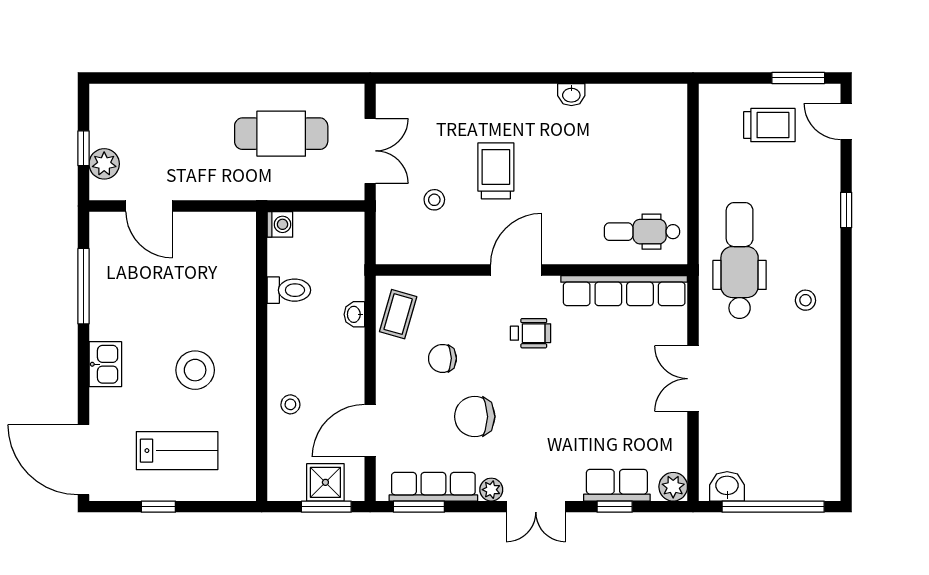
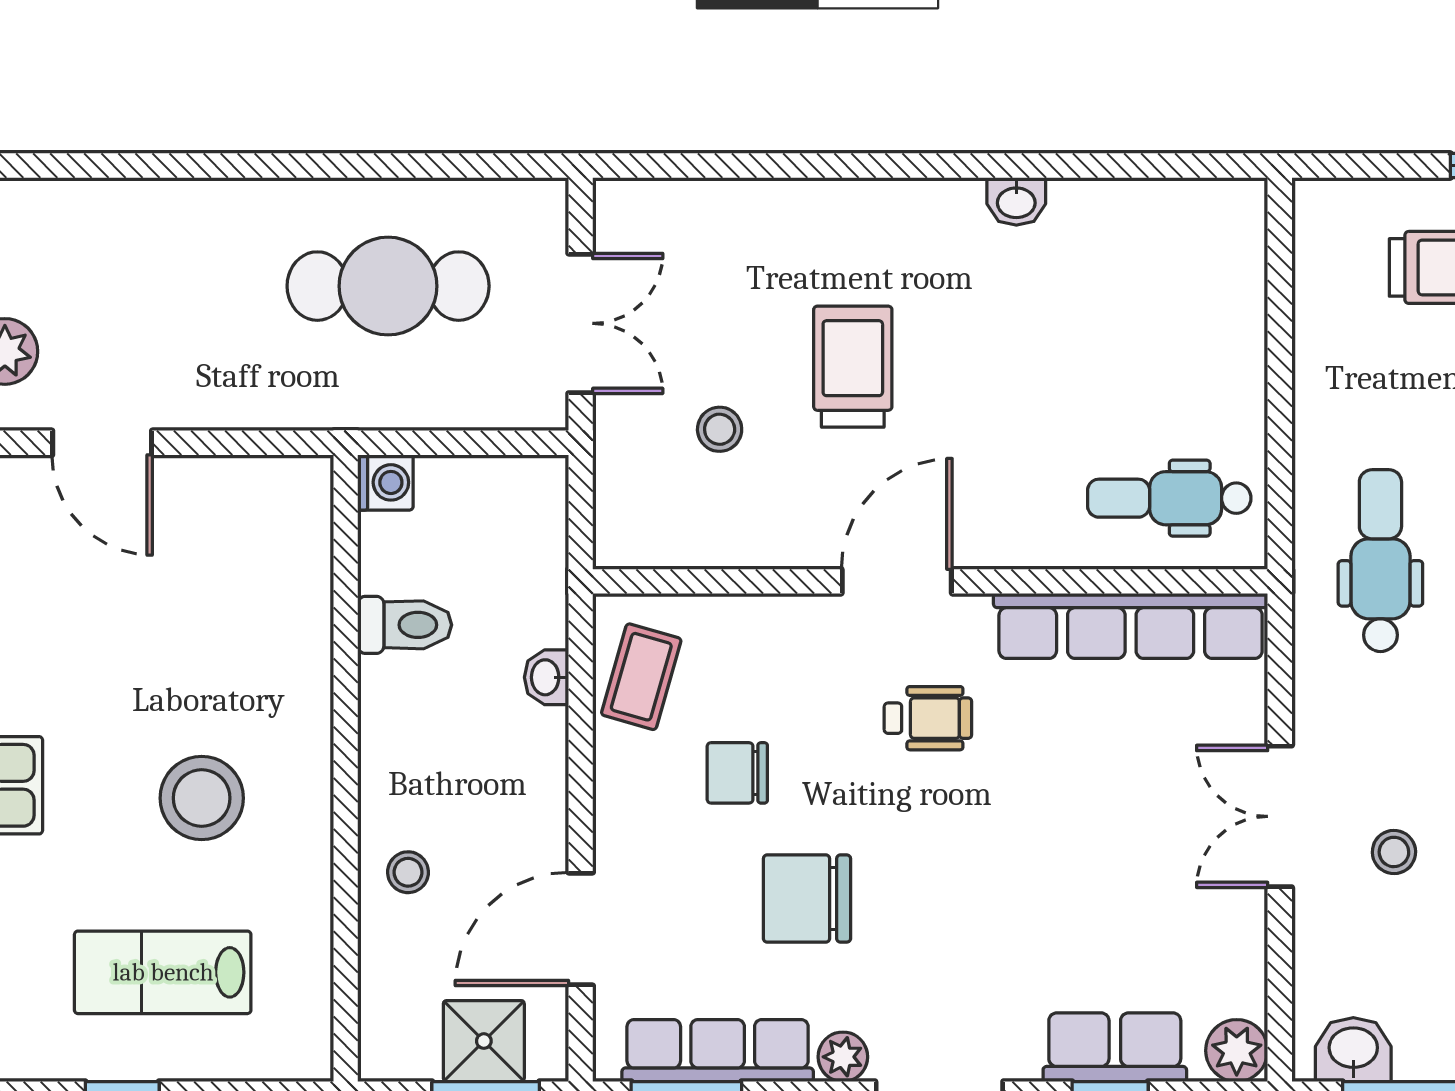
dental chair: (740, 260) -> (1380, 561), width x0.73, depth x0.72
stool: (746, 395) -> (1394, 852), added
lab bench: (177, 451) -> (163, 972), turned 180

